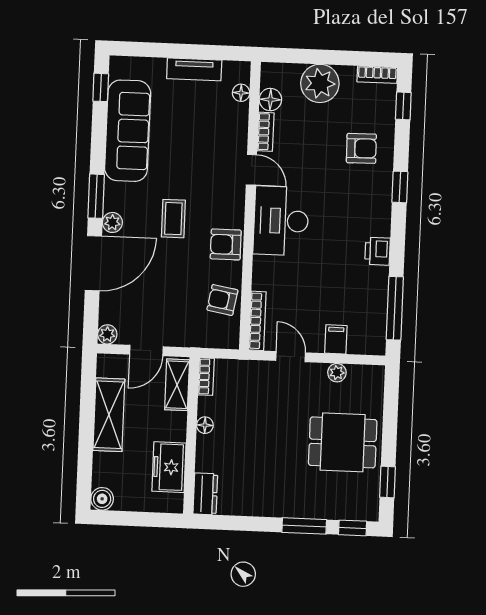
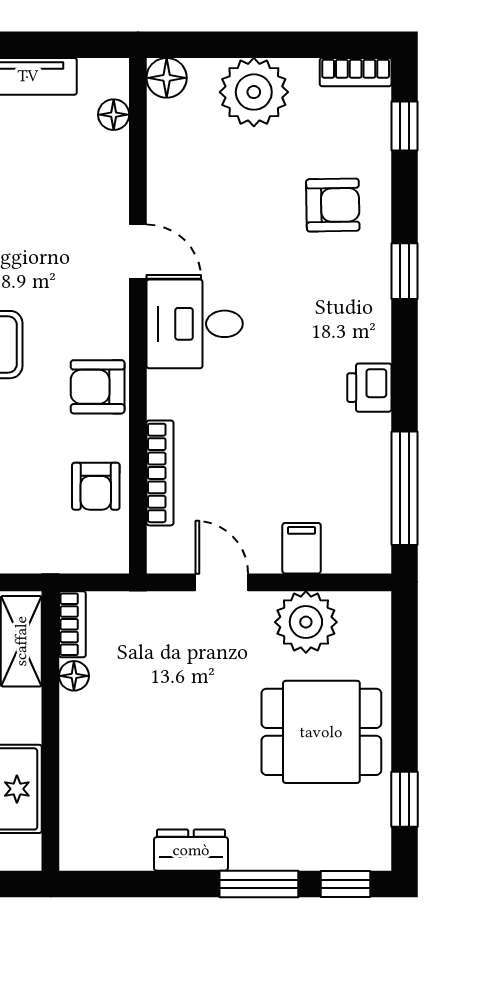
floor lamp: (270, 100) -> (167, 78), moved
bookcase: (266, 132) -> (160, 182), removed
desk: (281, 221) -> (195, 324), width x0.73
armchair: (222, 300) -> (96, 486), turned -100
bookcase: (257, 321) -> (160, 473), moved
plant: (337, 373) -> (306, 622), width x1.88, depth x1.88
floor lamp: (205, 425) -> (74, 676), moved
dresser: (205, 494) -> (191, 850), moved, turned -90

